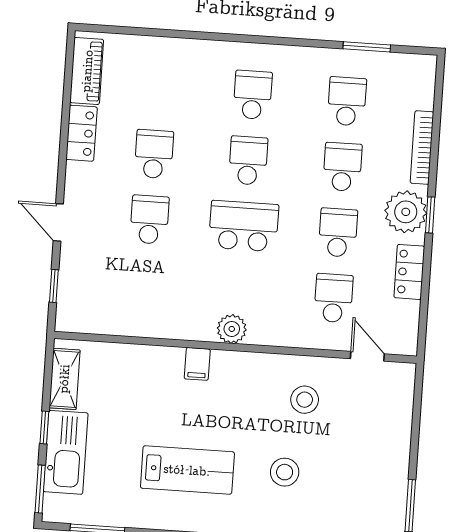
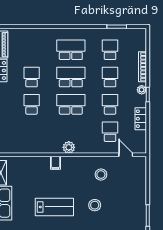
school desk: (253, 95) -> (71, 50), width x1.85
school desk: (248, 160) -> (71, 77), width x1.85
plant: (406, 212) -> (142, 90), width x0.53, depth x0.53

